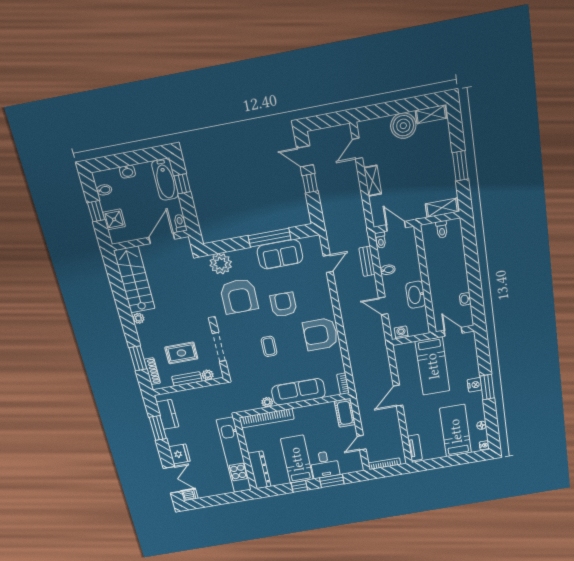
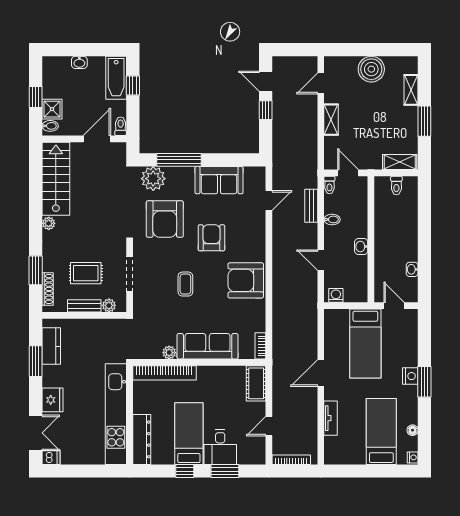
shelving: (431, 114) -> (411, 90), moved, turned 90
bidet: (104, 190) -> (50, 126), moved
window: (270, 238) -> (179, 160), moved
washbasin: (416, 295) -> (361, 247), width x0.52, depth x0.69
tv unit: (415, 448) -> (331, 418), moved

